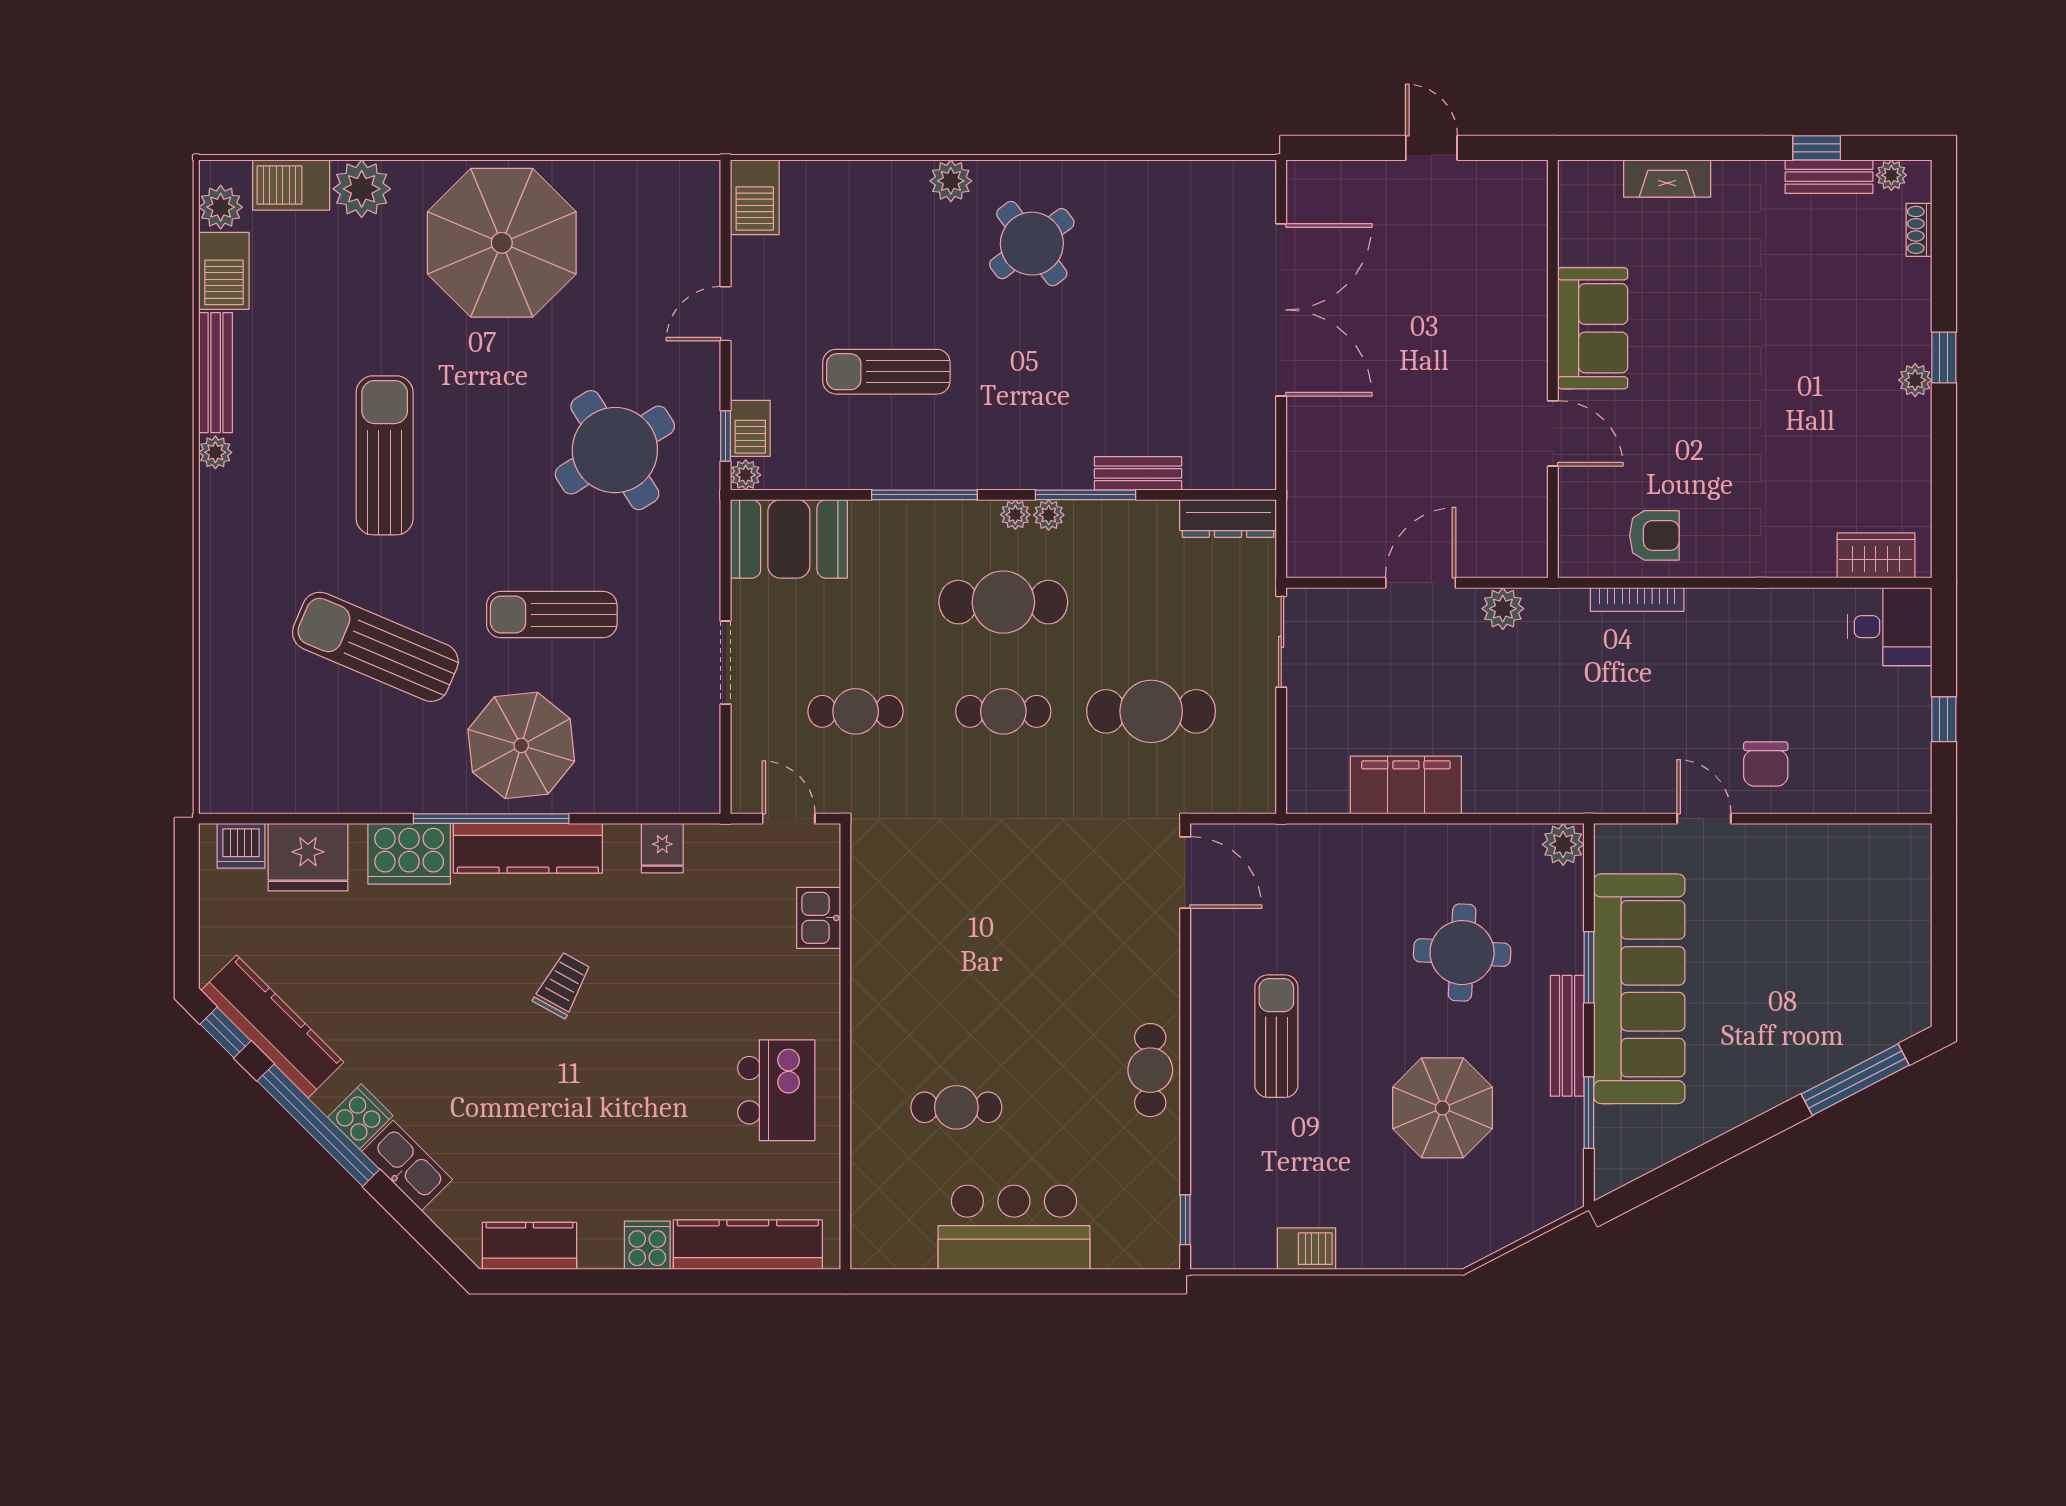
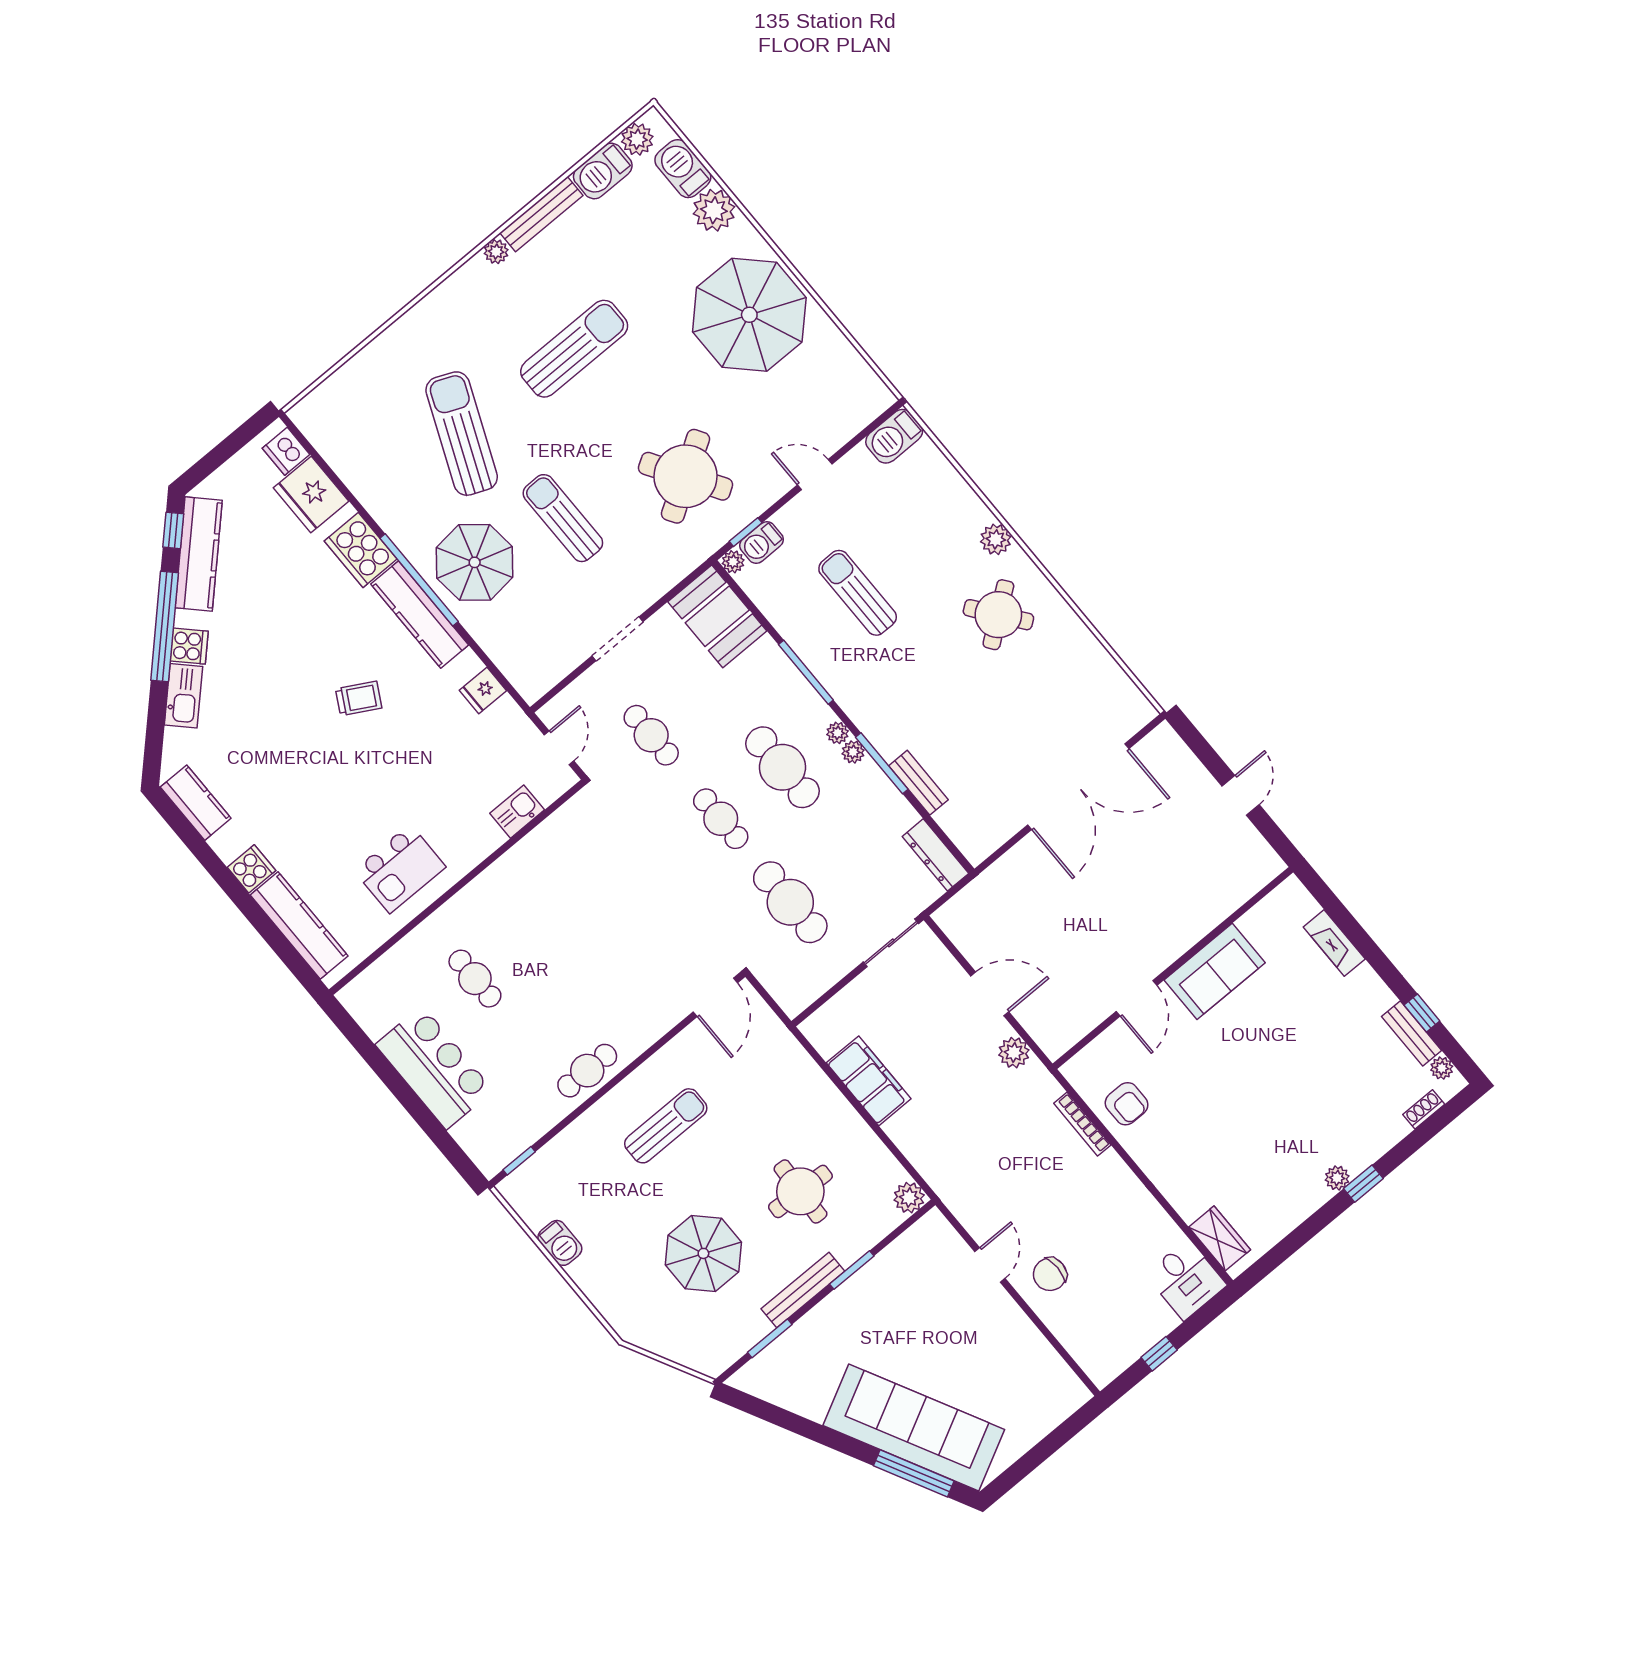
sofa: (1639, 989) -> (914, 1427), moved, turned -117

